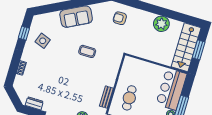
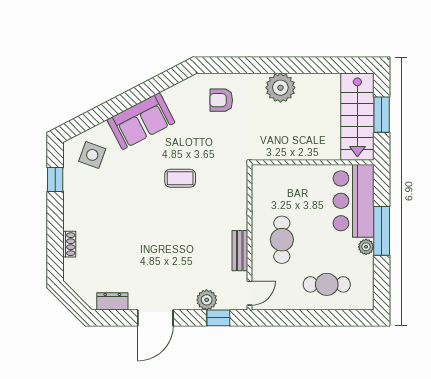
plant: (161, 24) -> (280, 88), moved
side table: (43, 41) -> (92, 155), moved

